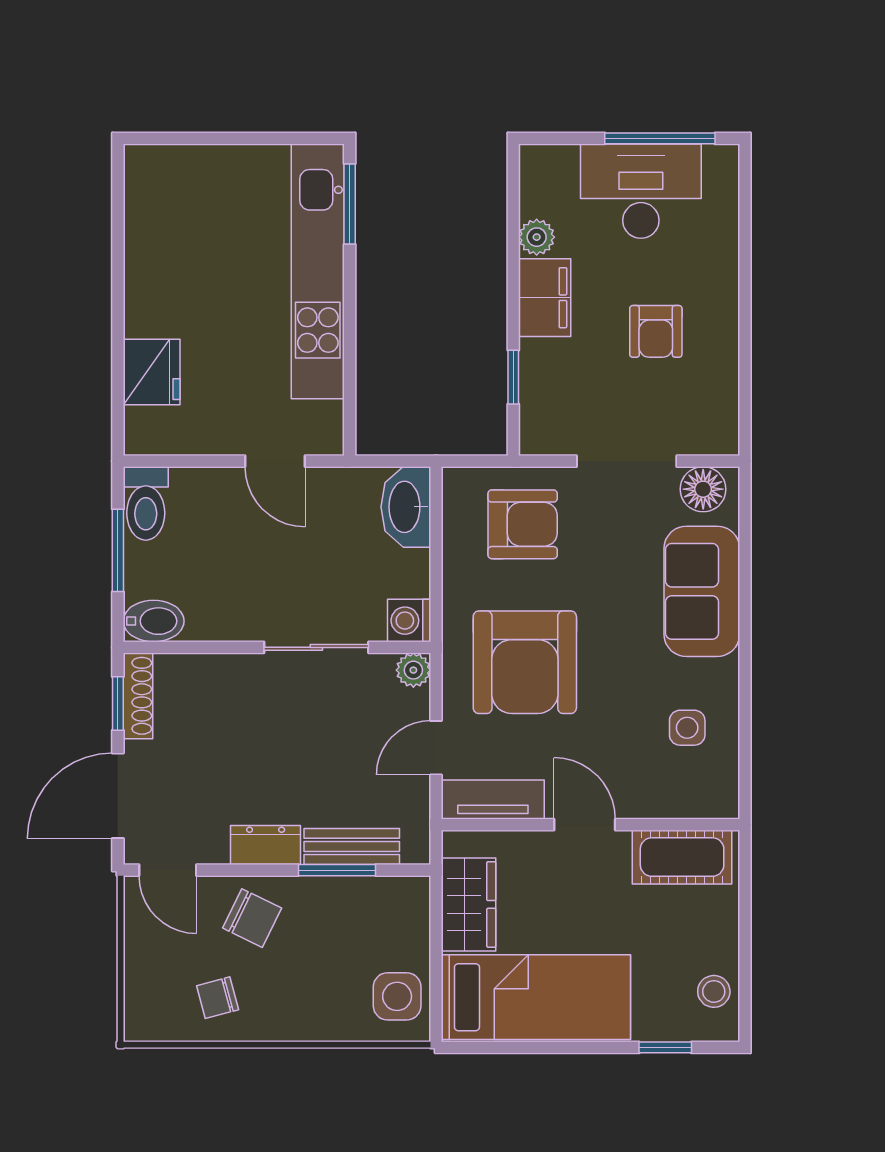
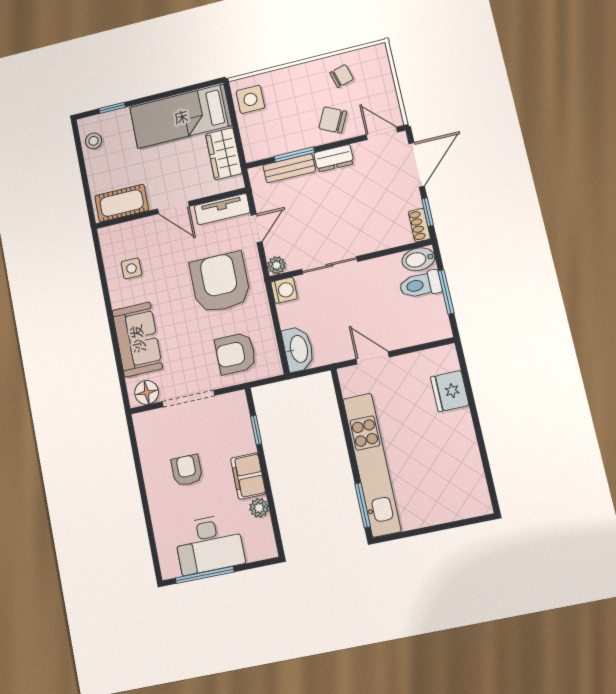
toilet: (146, 503) -> (420, 285), moved, turned -90
shoe rack: (138, 696) -> (419, 225), width x0.70

